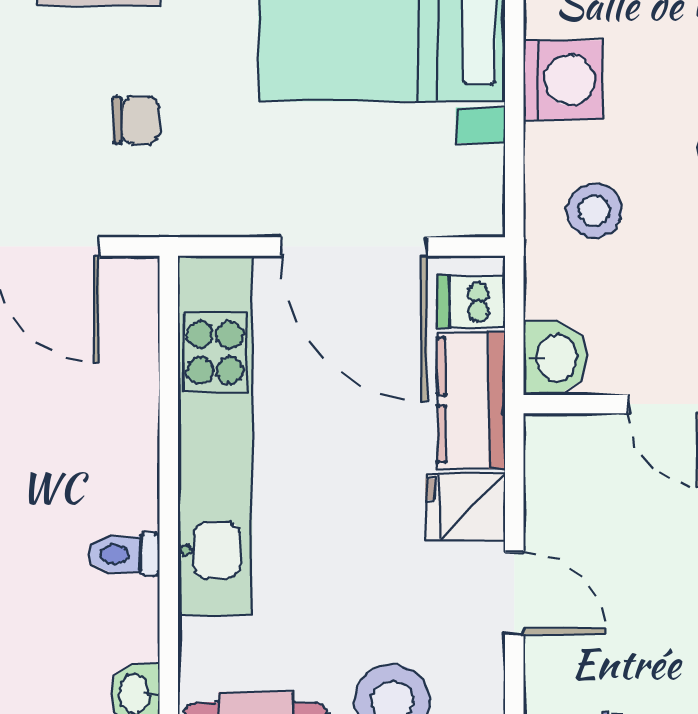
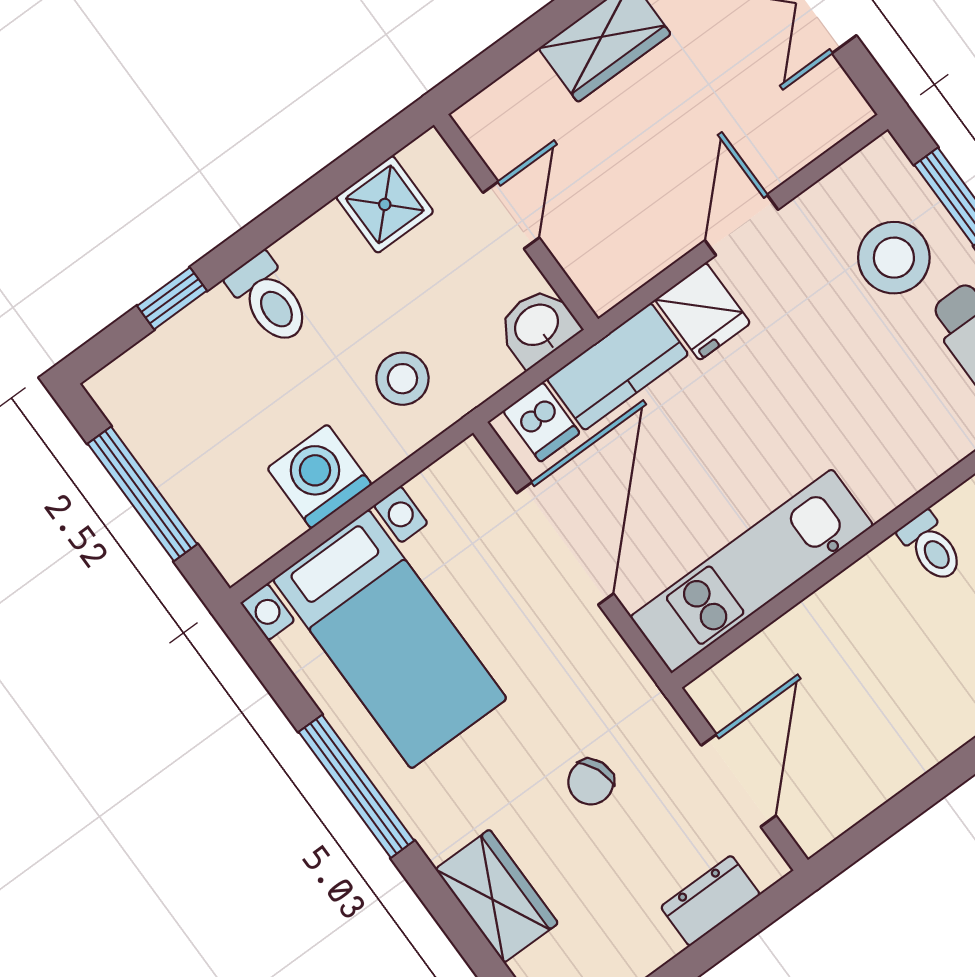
chair: (136, 120) -> (591, 782), turned -112
kitchen unit: (215, 435) -> (752, 571), width x0.73

